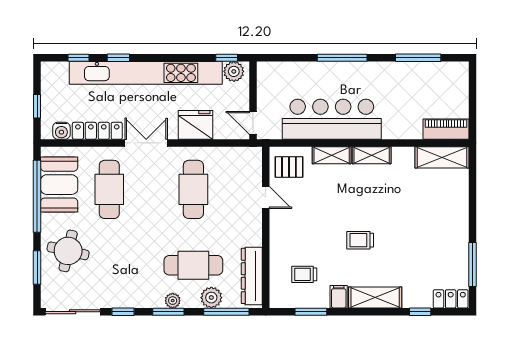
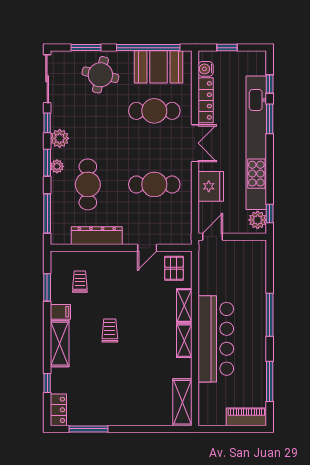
window: (118, 58) -> (270, 119), width x1.50
bar counter: (332, 119) -> (216, 339), moved
piano: (446, 129) -> (246, 417), moved, turned -90
dresser: (252, 276) -> (97, 236), moved
plant: (211, 298) -> (60, 138), moved

